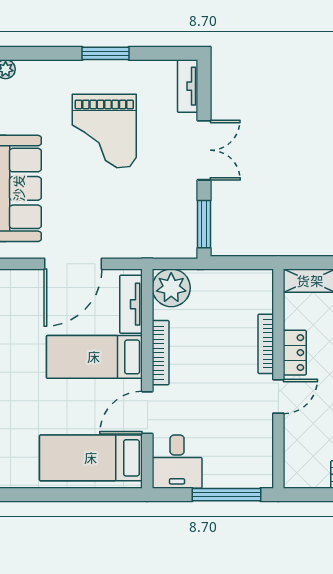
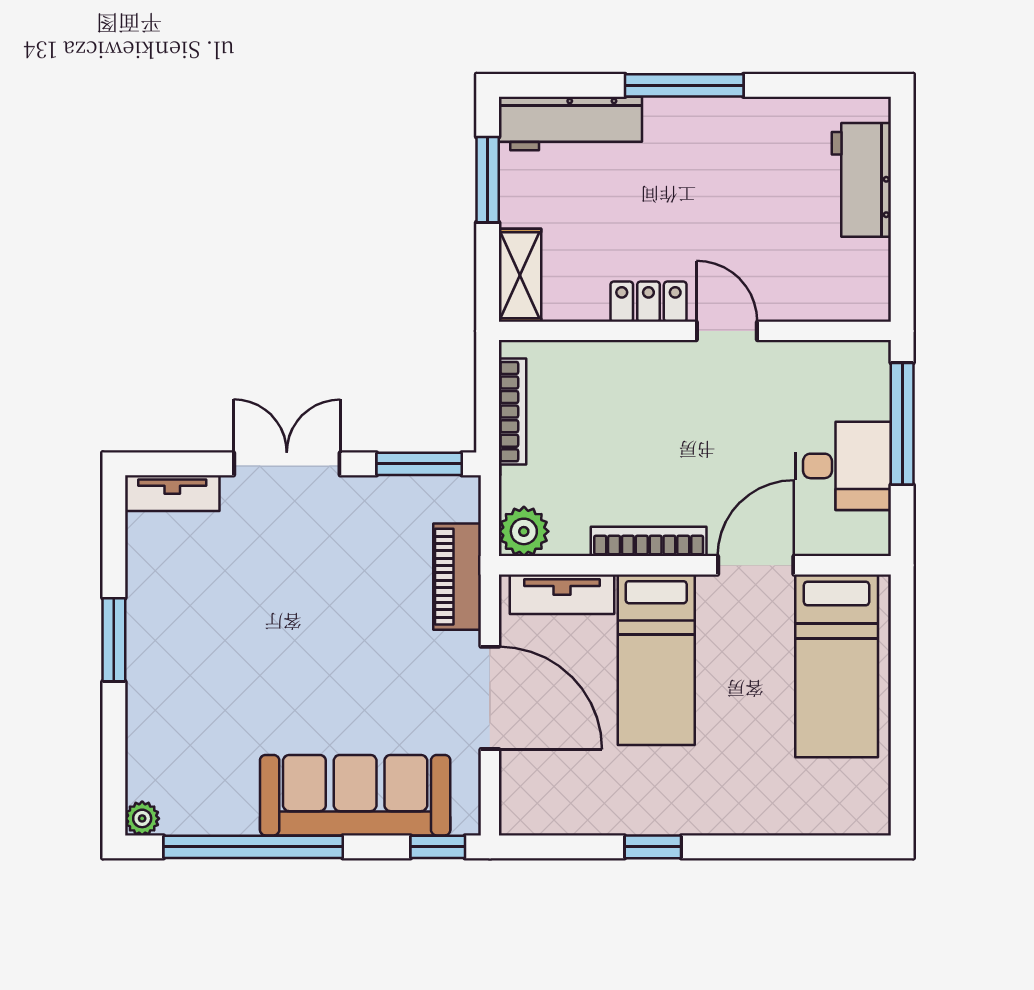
grand piano: (104, 131) -> (253, 642), removed
piano: (141, 245) -> (457, 577), added
plant: (171, 288) -> (524, 531), width x0.73, depth x0.73
bookcase: (266, 344) -> (513, 412), moved, turned -90
door: (147, 413) -> (756, 565), swing flipped
desk: (177, 462) -> (843, 466), moved

